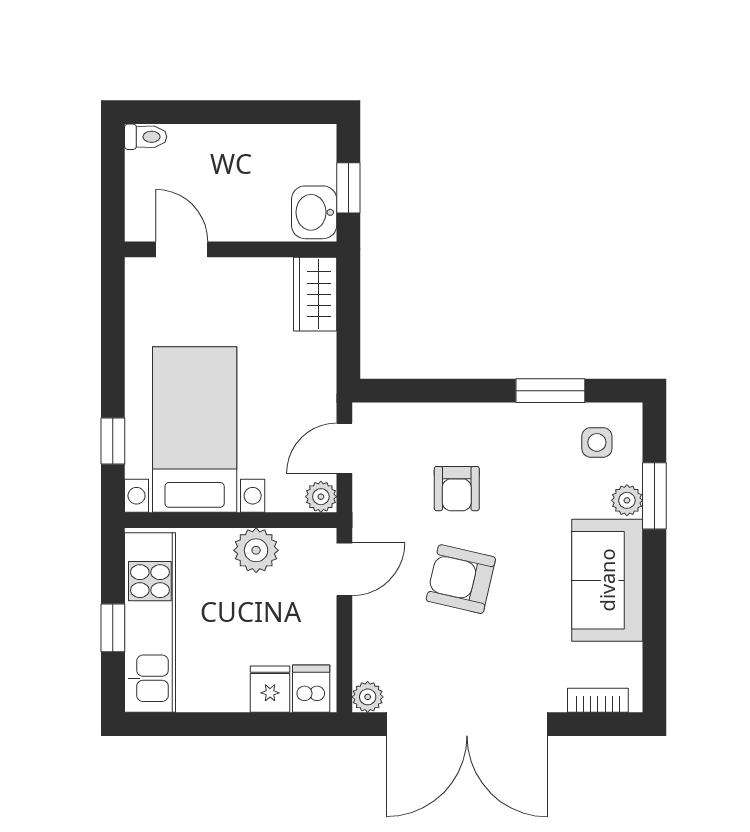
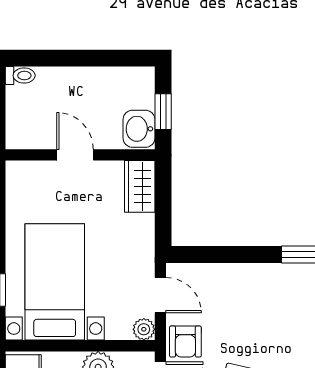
door: (182, 249) -> (75, 155), moved
door: (344, 448) -> (160, 295), swing flipped
armchair: (457, 489) -> (185, 342), moved

